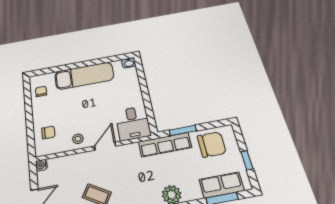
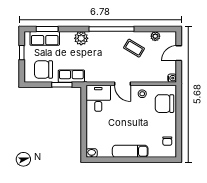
exam couch: (84, 76) -> (130, 151), width x0.73, depth x0.69
chair: (48, 132) -> (164, 104), width x1.87, depth x1.87
row of seats: (165, 145) -> (71, 76), width x0.68
door: (105, 146) -> (122, 84), hinge flipped

